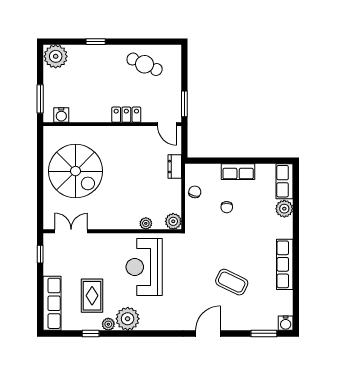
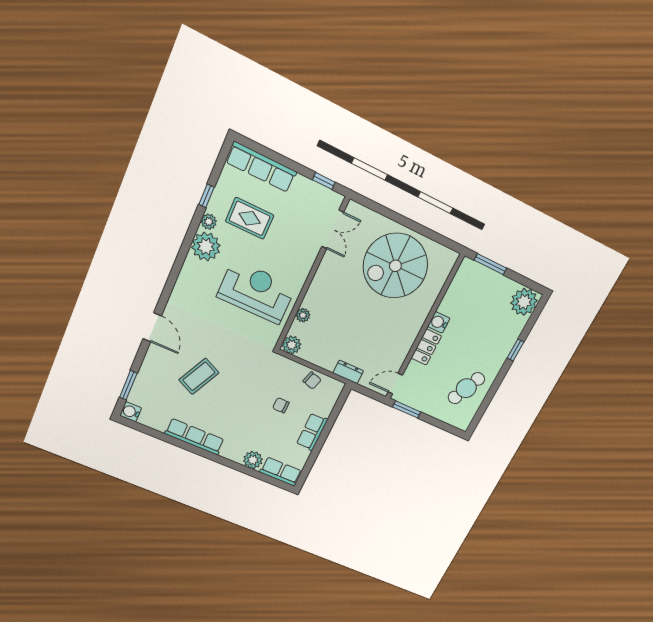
water cooler: (61, 115) -> (439, 322), moved

